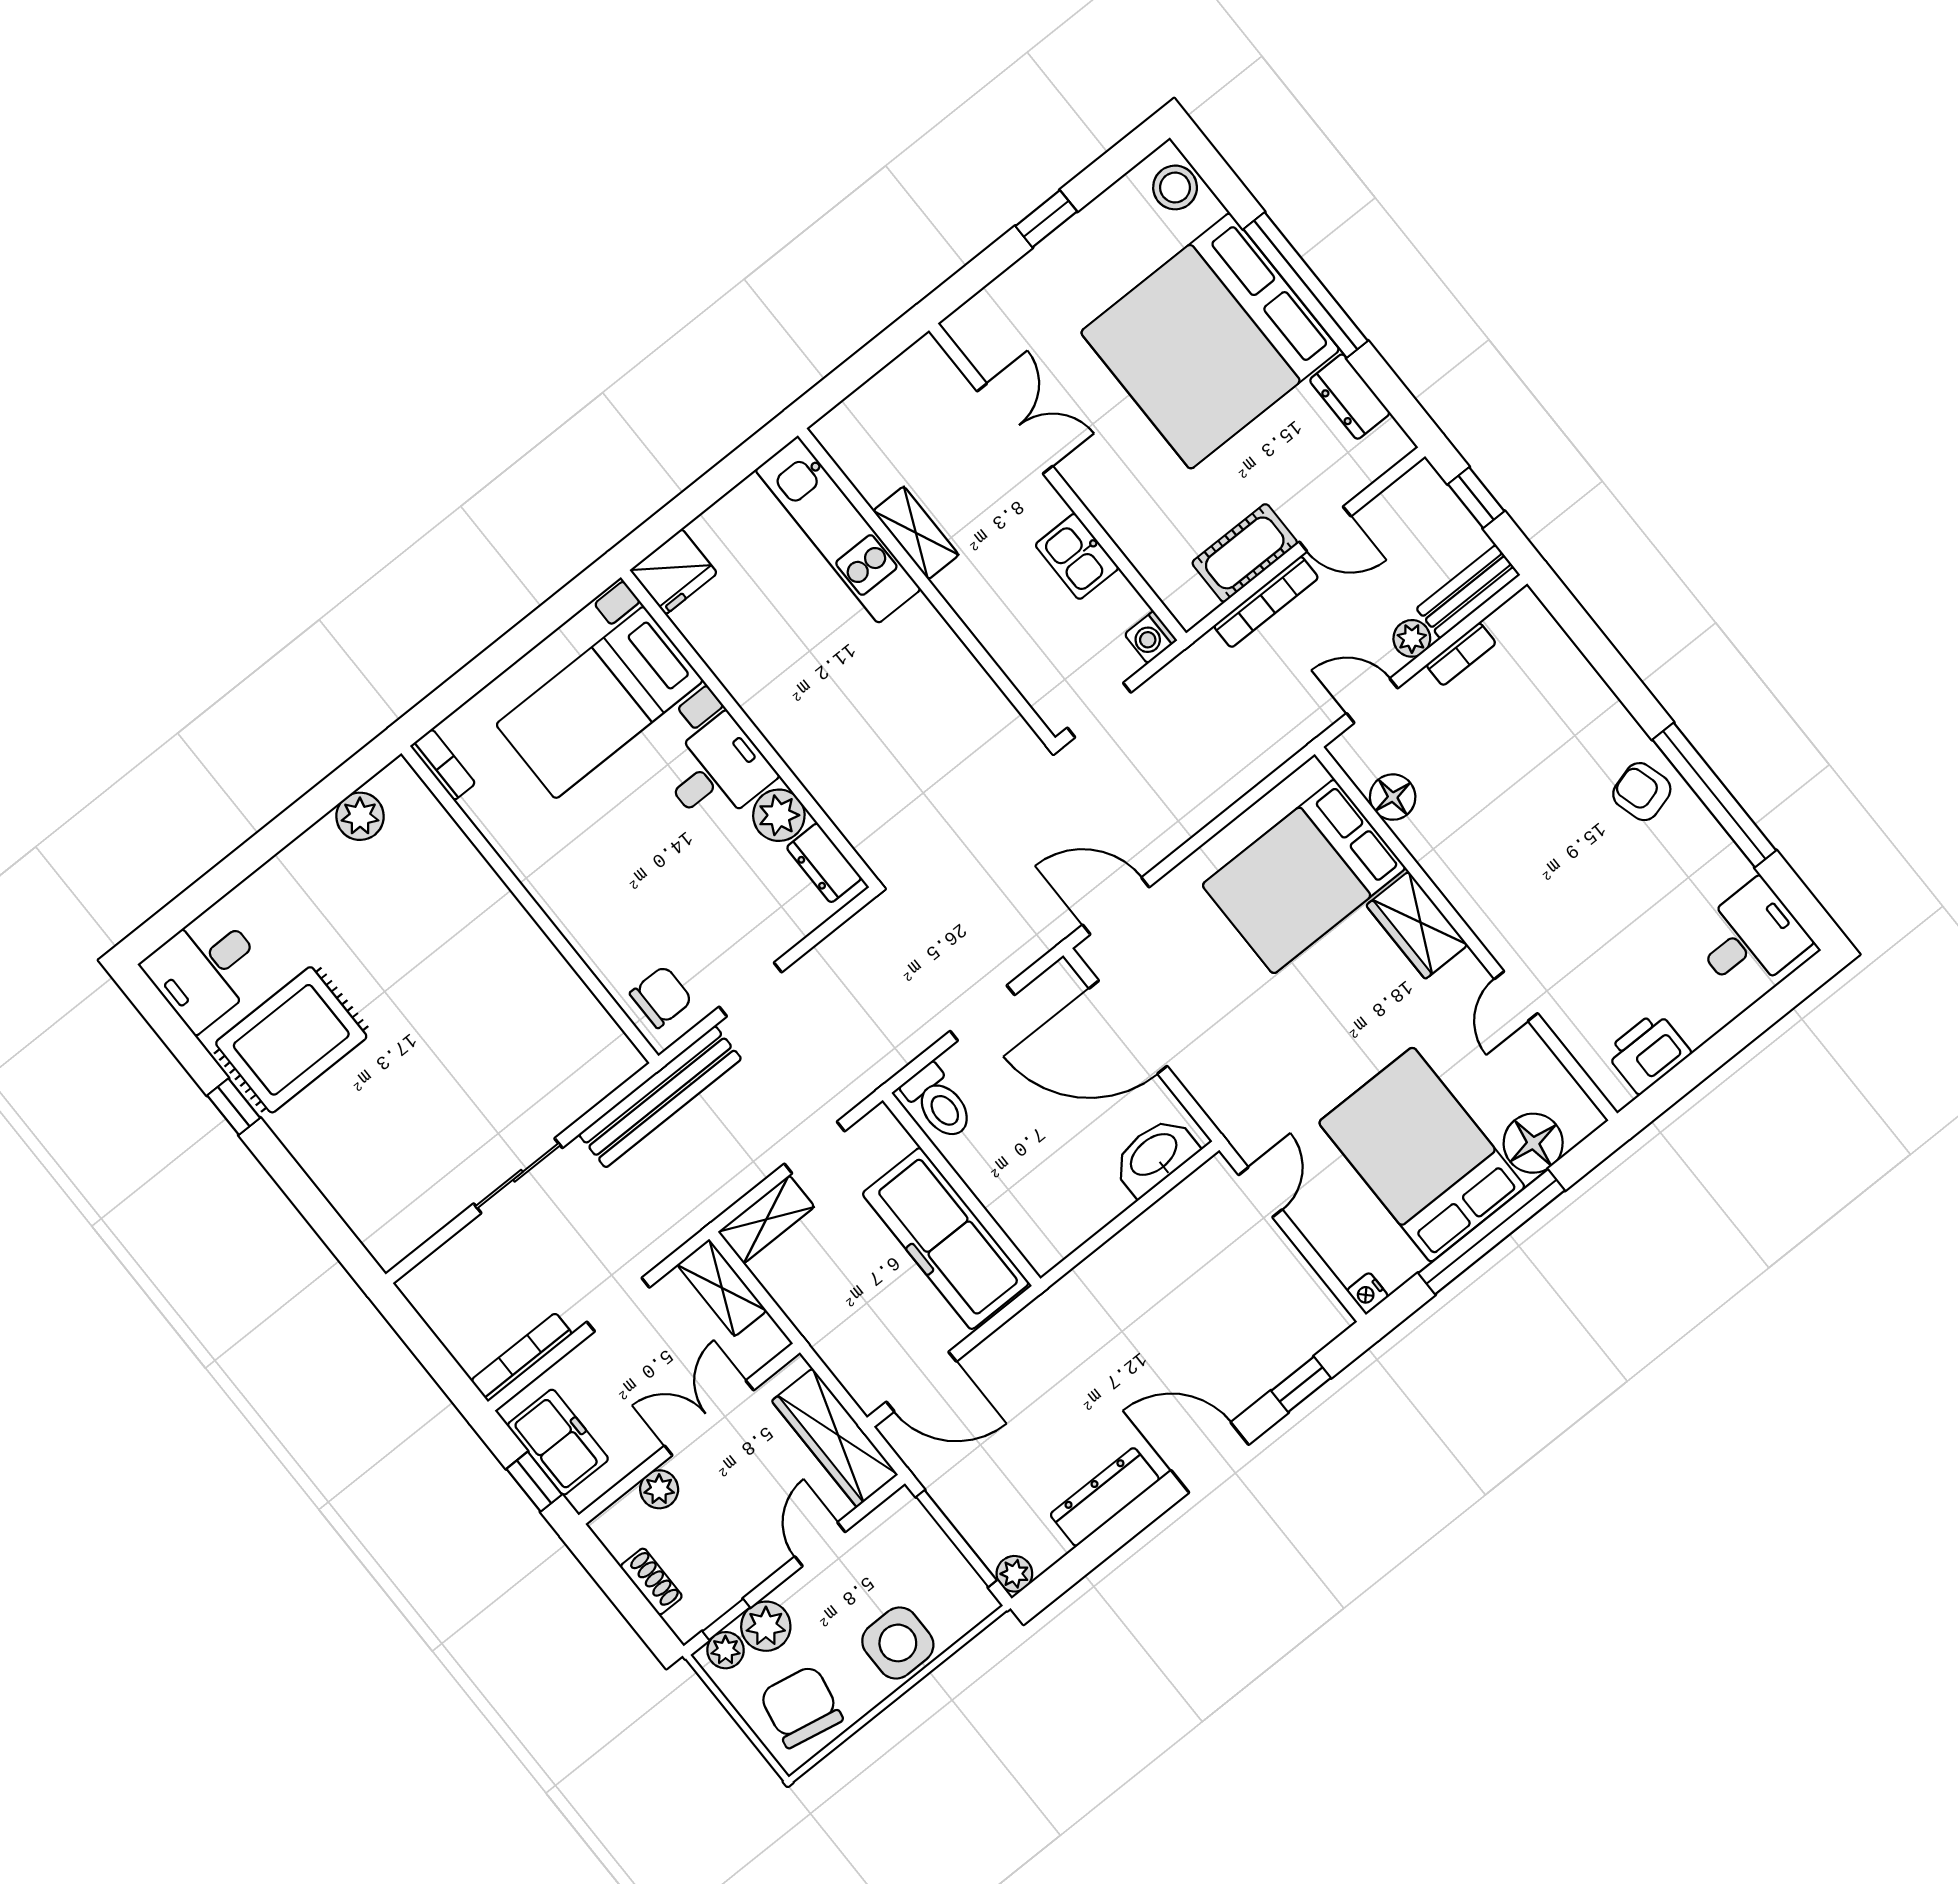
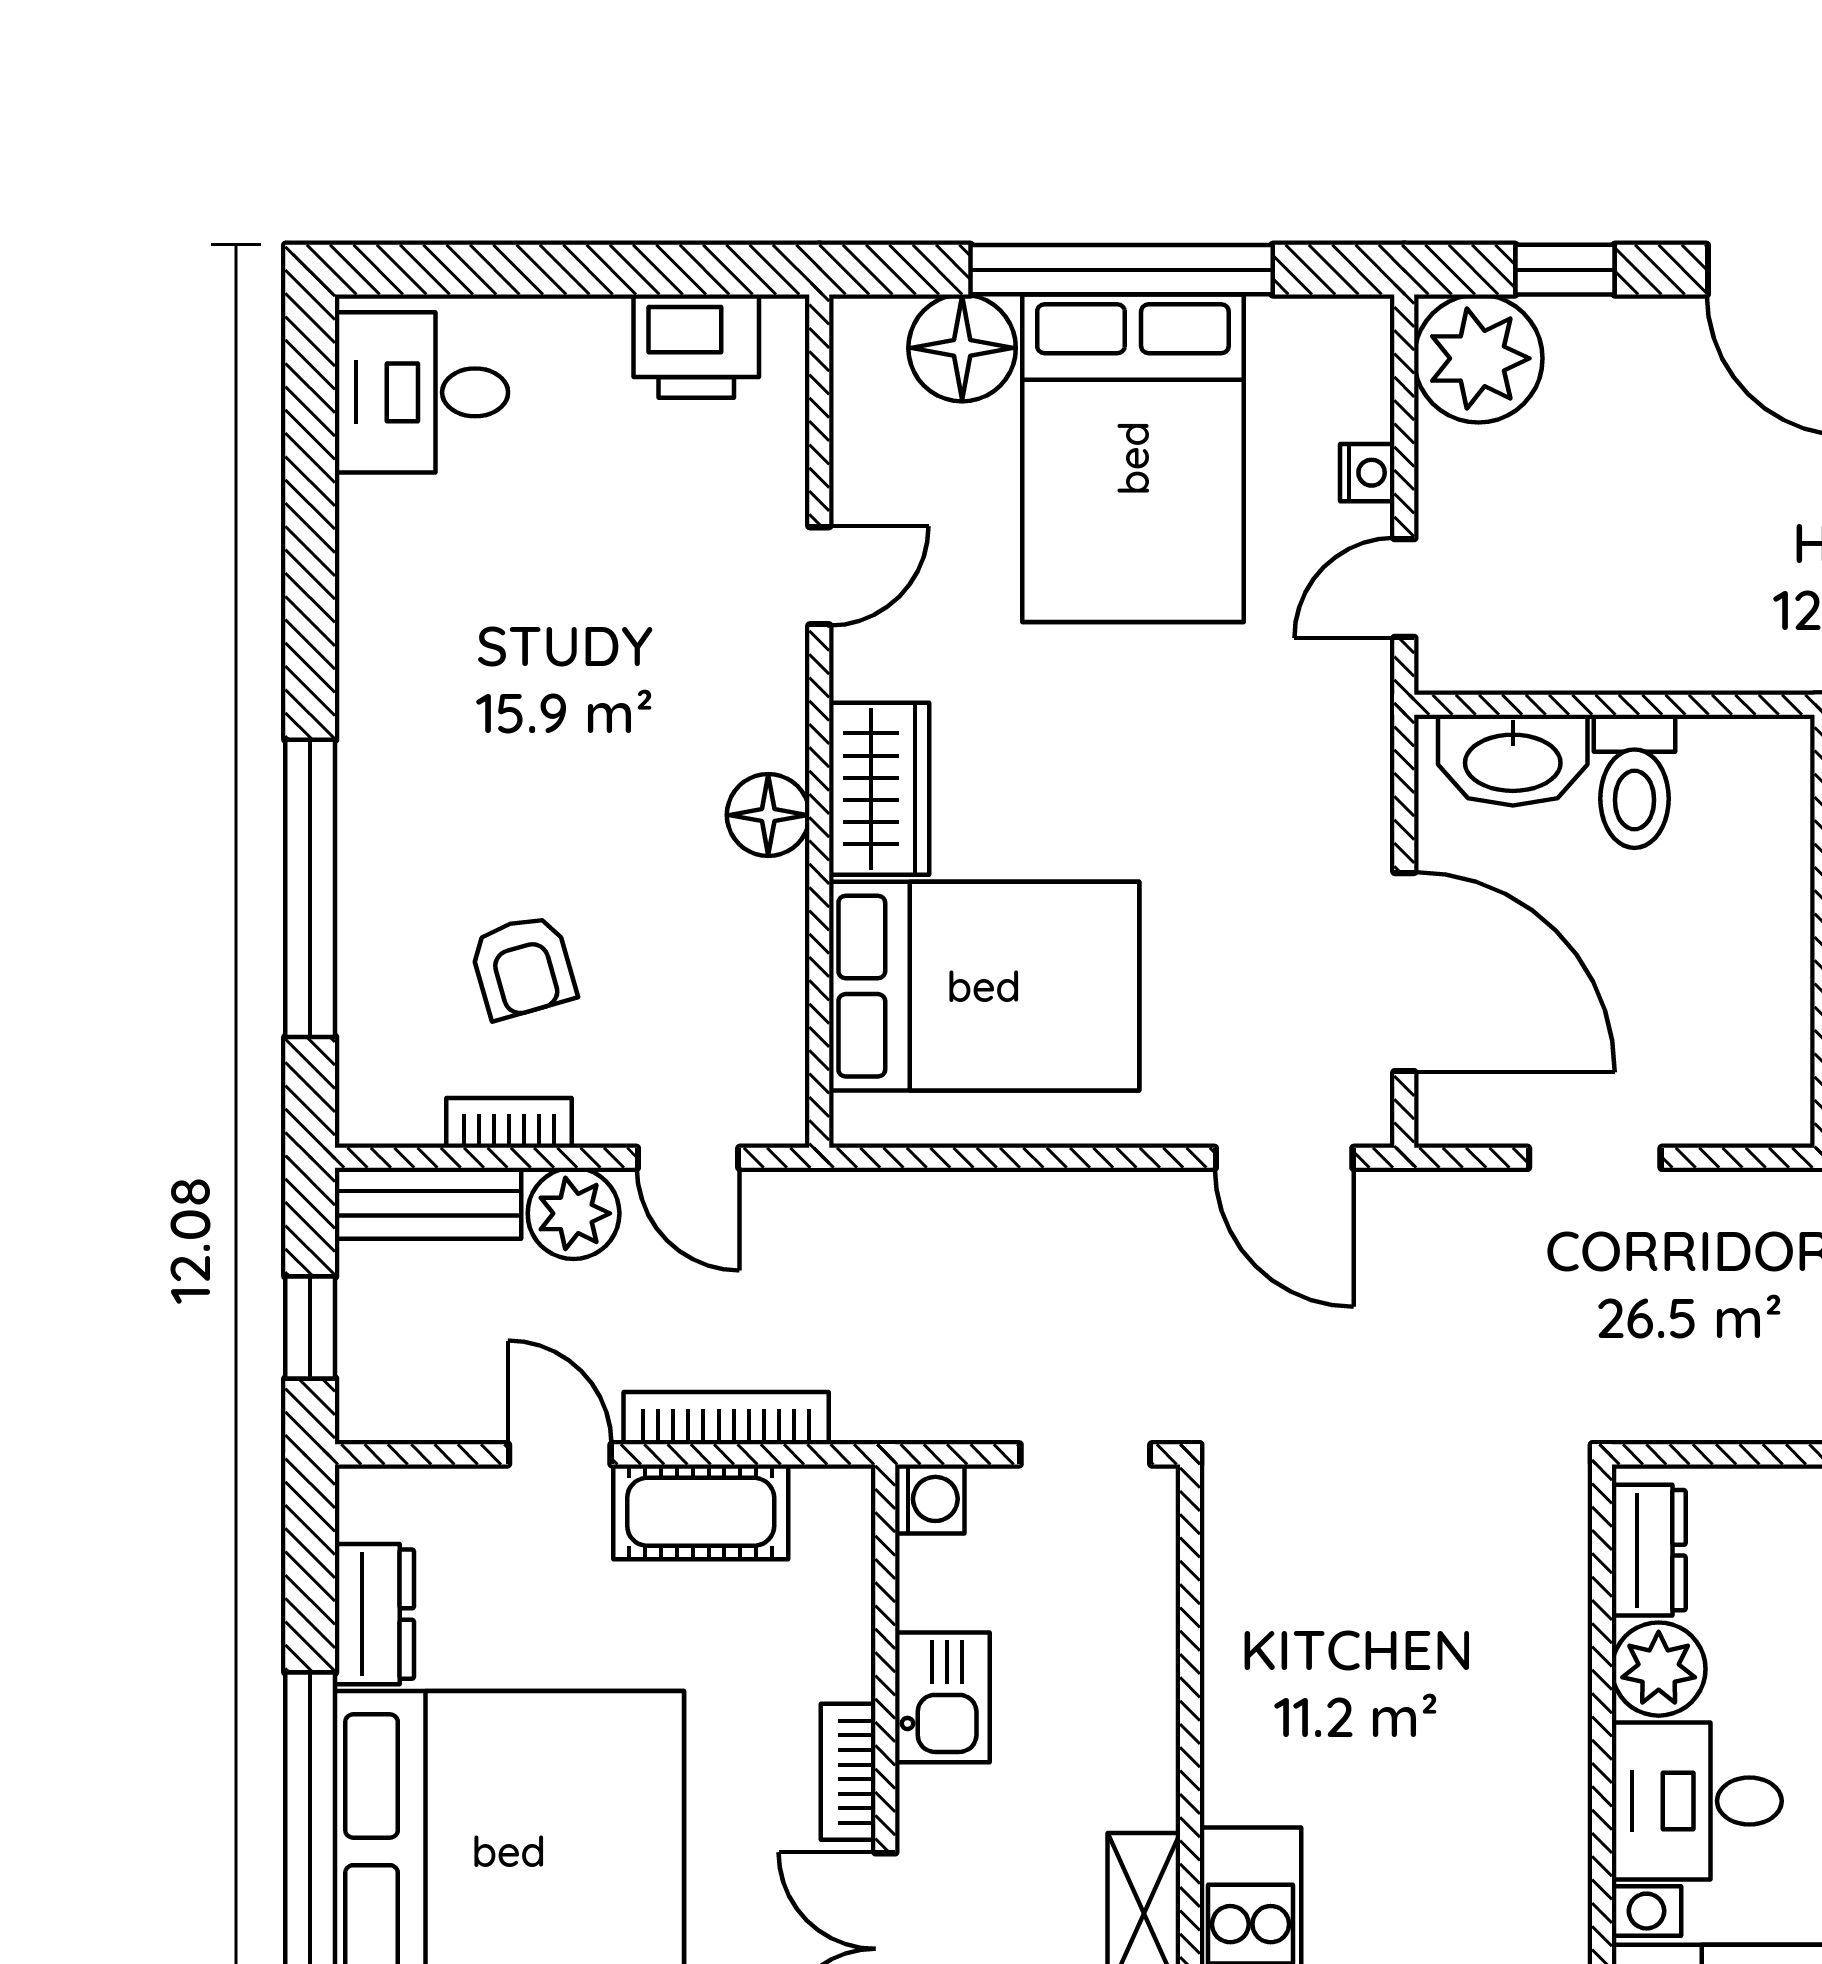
bookcase: (1092, 492) -> (848, 1772), added
plant: (1412, 638) -> (574, 1213), width x1.38, depth x1.38
armchair: (1642, 792) -> (523, 967), moved
window: (1714, 795) -> (310, 888), moved
floor lamp: (1393, 797) -> (768, 815), moved
toilet: (938, 1102) -> (1634, 781), moved, turned 180
nightstand: (1368, 1293) -> (1367, 473), moved
plant: (1308, 1316) -> (1478, 358), added

